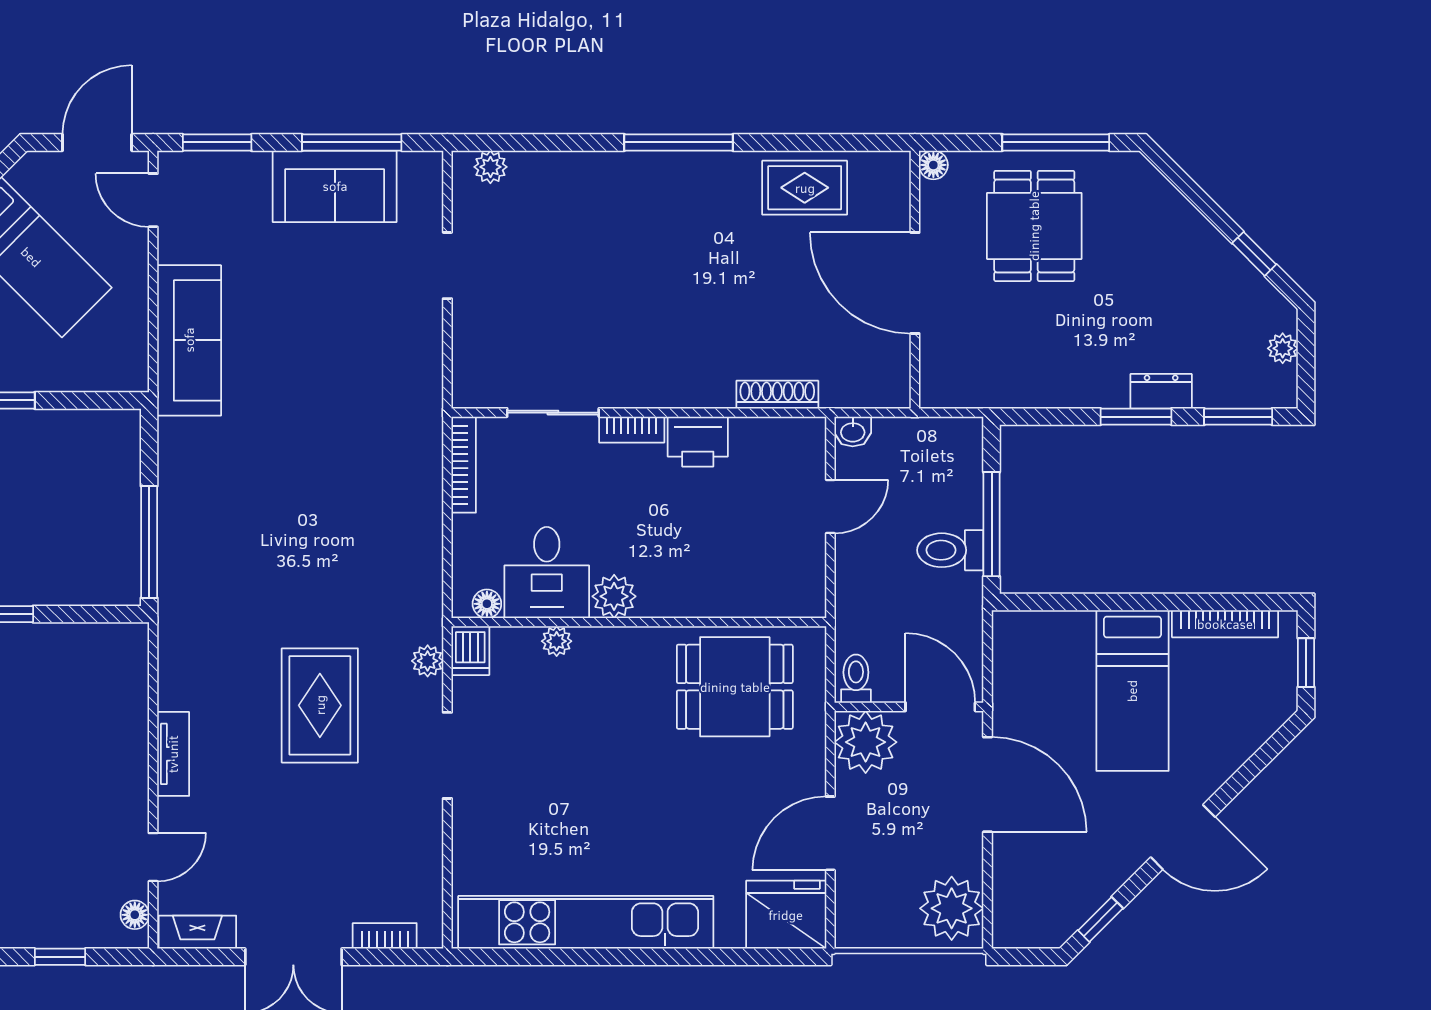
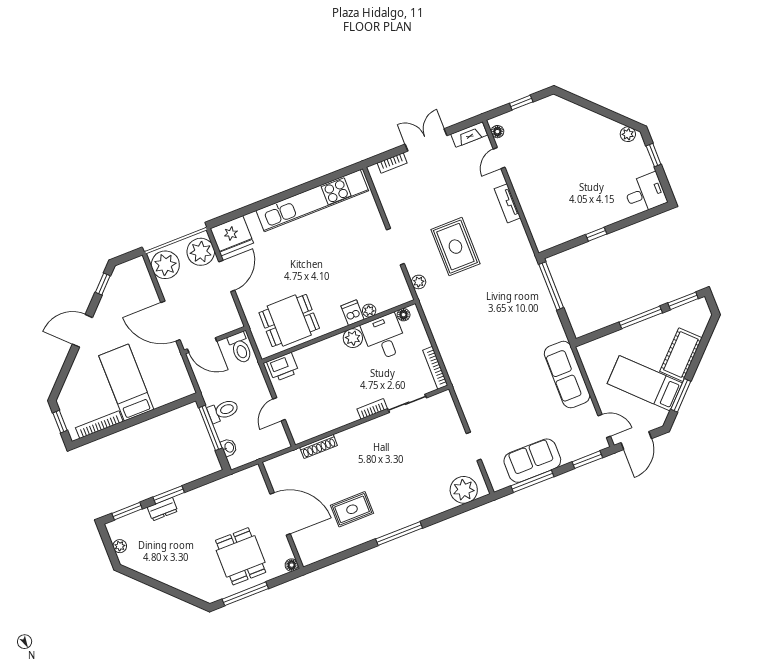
plant: (490, 167) -> (464, 490), width x1.87, depth x1.87
rug: (805, 188) -> (352, 509), moved
window: (1254, 254) -> (147, 580), removed
washbasin: (853, 431) -> (229, 447), moved, turned 90
printer: (698, 442) -> (283, 367), moved, turned 180
dishwasher: (470, 651) -> (352, 313), moved
toilet: (856, 679) -> (240, 348), width x1.37, depth x1.39
plant: (866, 742) -> (201, 252), moved

